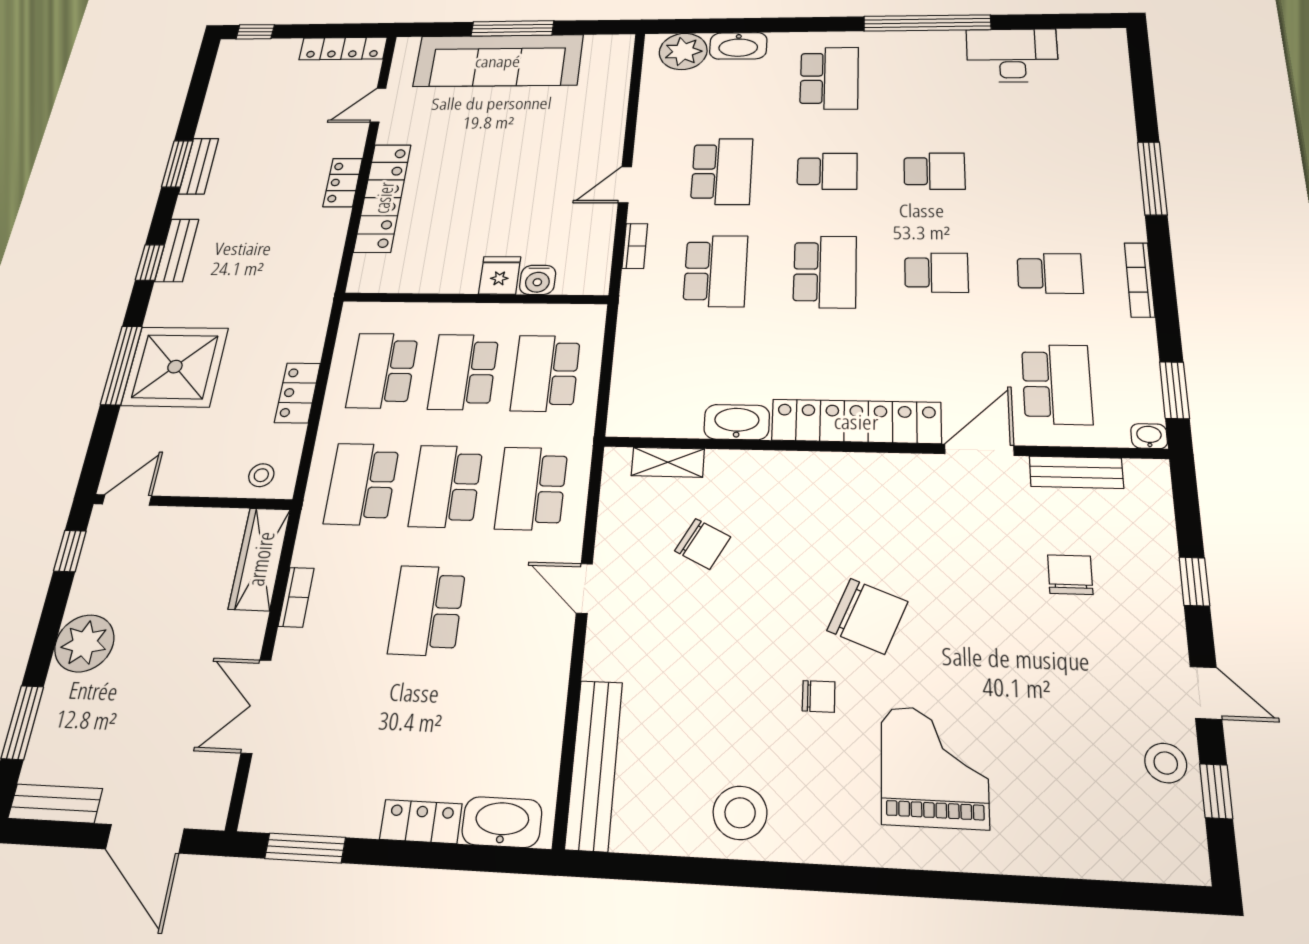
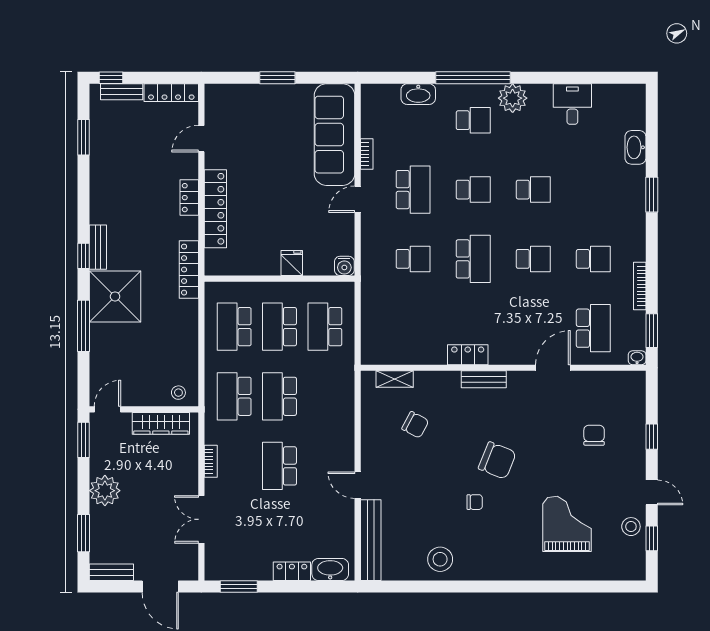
window: (927, 23) -> (473, 78), moved
window: (512, 28) -> (277, 78), width x0.69
plant: (683, 51) -> (513, 98), moved
desk: (1012, 55) -> (572, 104), width x0.73
sofa: (498, 61) -> (335, 135), moved, turned 90
school desk: (829, 78) -> (473, 120), width x0.54
window: (177, 164) -> (83, 137), moved
bench: (199, 166) -> (122, 92), moved, turned 90
window: (1152, 178) -> (652, 195), width x0.69
bookcase: (635, 246) -> (367, 154), moved
school desk: (716, 271) -> (413, 259), width x0.54
water cooler: (538, 280) -> (344, 266), moved
bookcase: (1139, 280) -> (640, 286), moved
shower: (175, 367) -> (115, 296), moved
locker: (298, 393) -> (189, 270), moved, width x1.53
locker: (856, 421) -> (468, 355), width x0.46, depth x0.83
washbasin: (737, 422) -> (635, 147), moved, turned -90
bench: (1076, 472) -> (484, 379), moved
school desk: (531, 488) -> (325, 396), removed
window: (70, 551) -> (83, 440), width x1.50
wardrobe: (260, 559) -> (161, 423), moved, turned -90
door: (584, 588) -> (358, 485), moved
grand piano: (934, 767) -> (567, 524), moved

